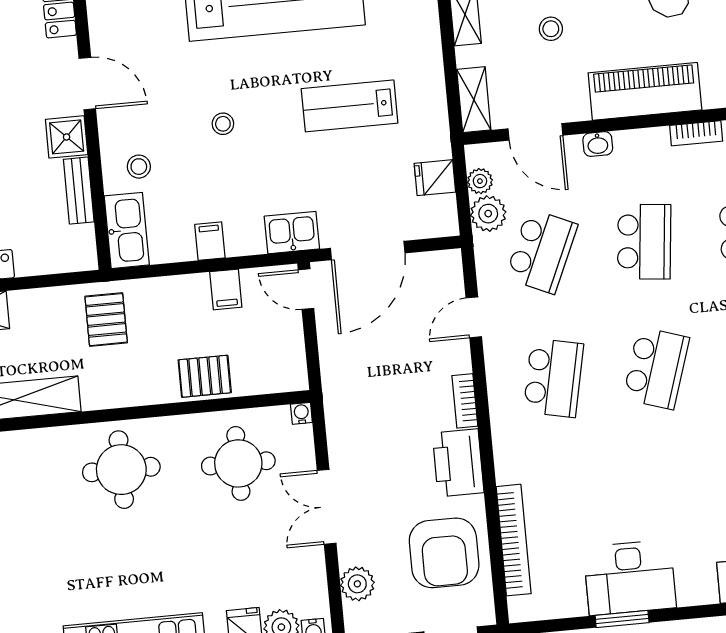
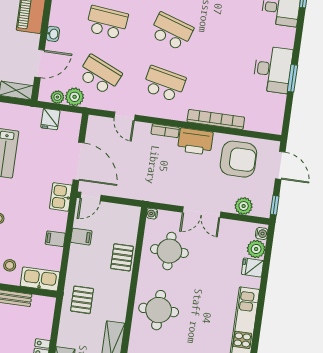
pallet: (106, 320) -> (82, 300), turned 90
bookcase: (514, 540) -> (216, 119), moved

